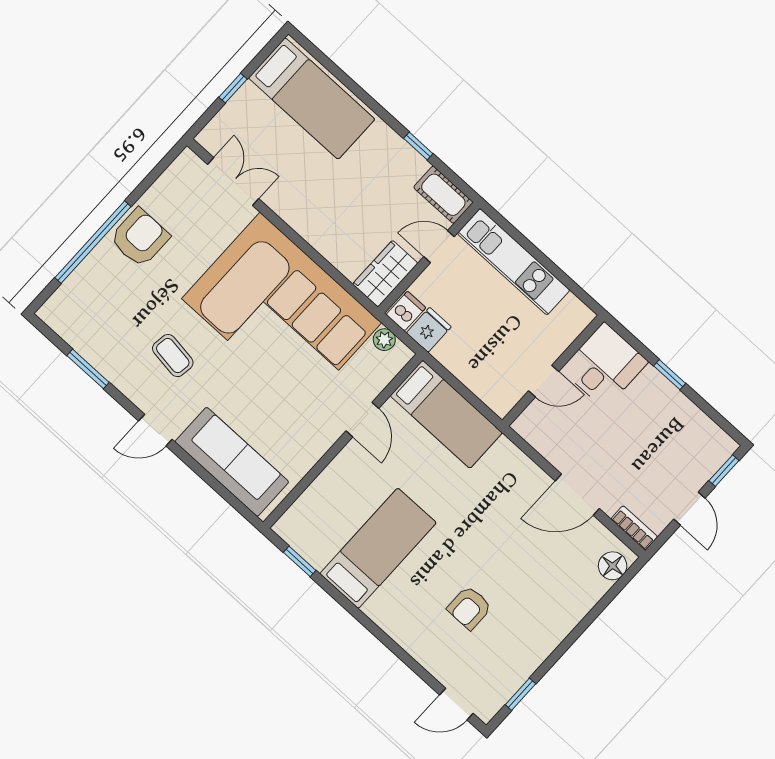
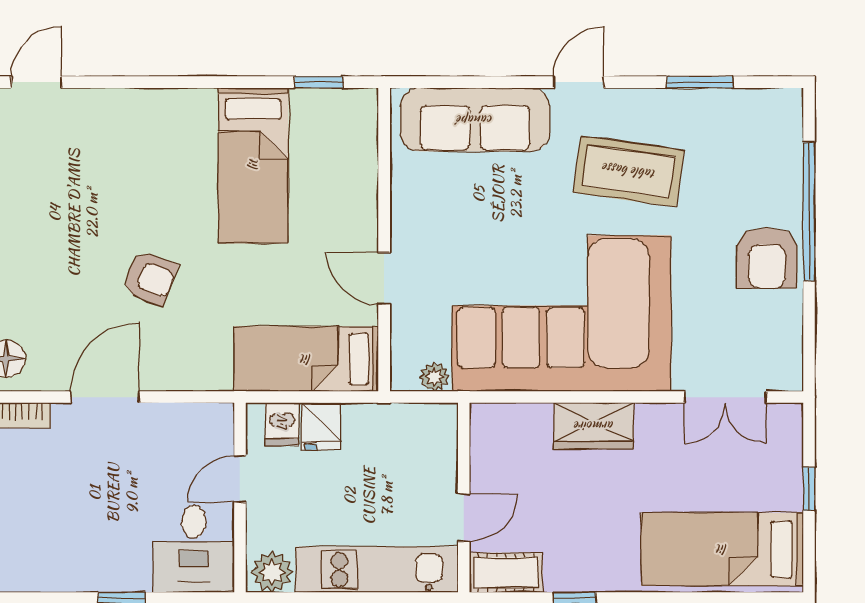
wardrobe: (385, 274) -> (594, 426), moved, turned 90
dishwasher: (406, 311) -> (282, 424), moved
plant: (573, 313) -> (272, 572), added
fridge: (429, 330) -> (321, 426), moved
coffee table: (173, 356) -> (629, 171), width x1.86, depth x1.72
armchair: (469, 608) -> (150, 278), moved, turned 111

